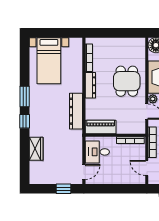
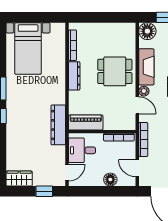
dining table: (127, 81) -> (115, 71), turned 90
dresser: (76, 111) -> (58, 125), moved
wardrobe: (36, 149) -> (19, 179), moved, turned -90
floor lamp: (123, 178) -> (110, 180), added

